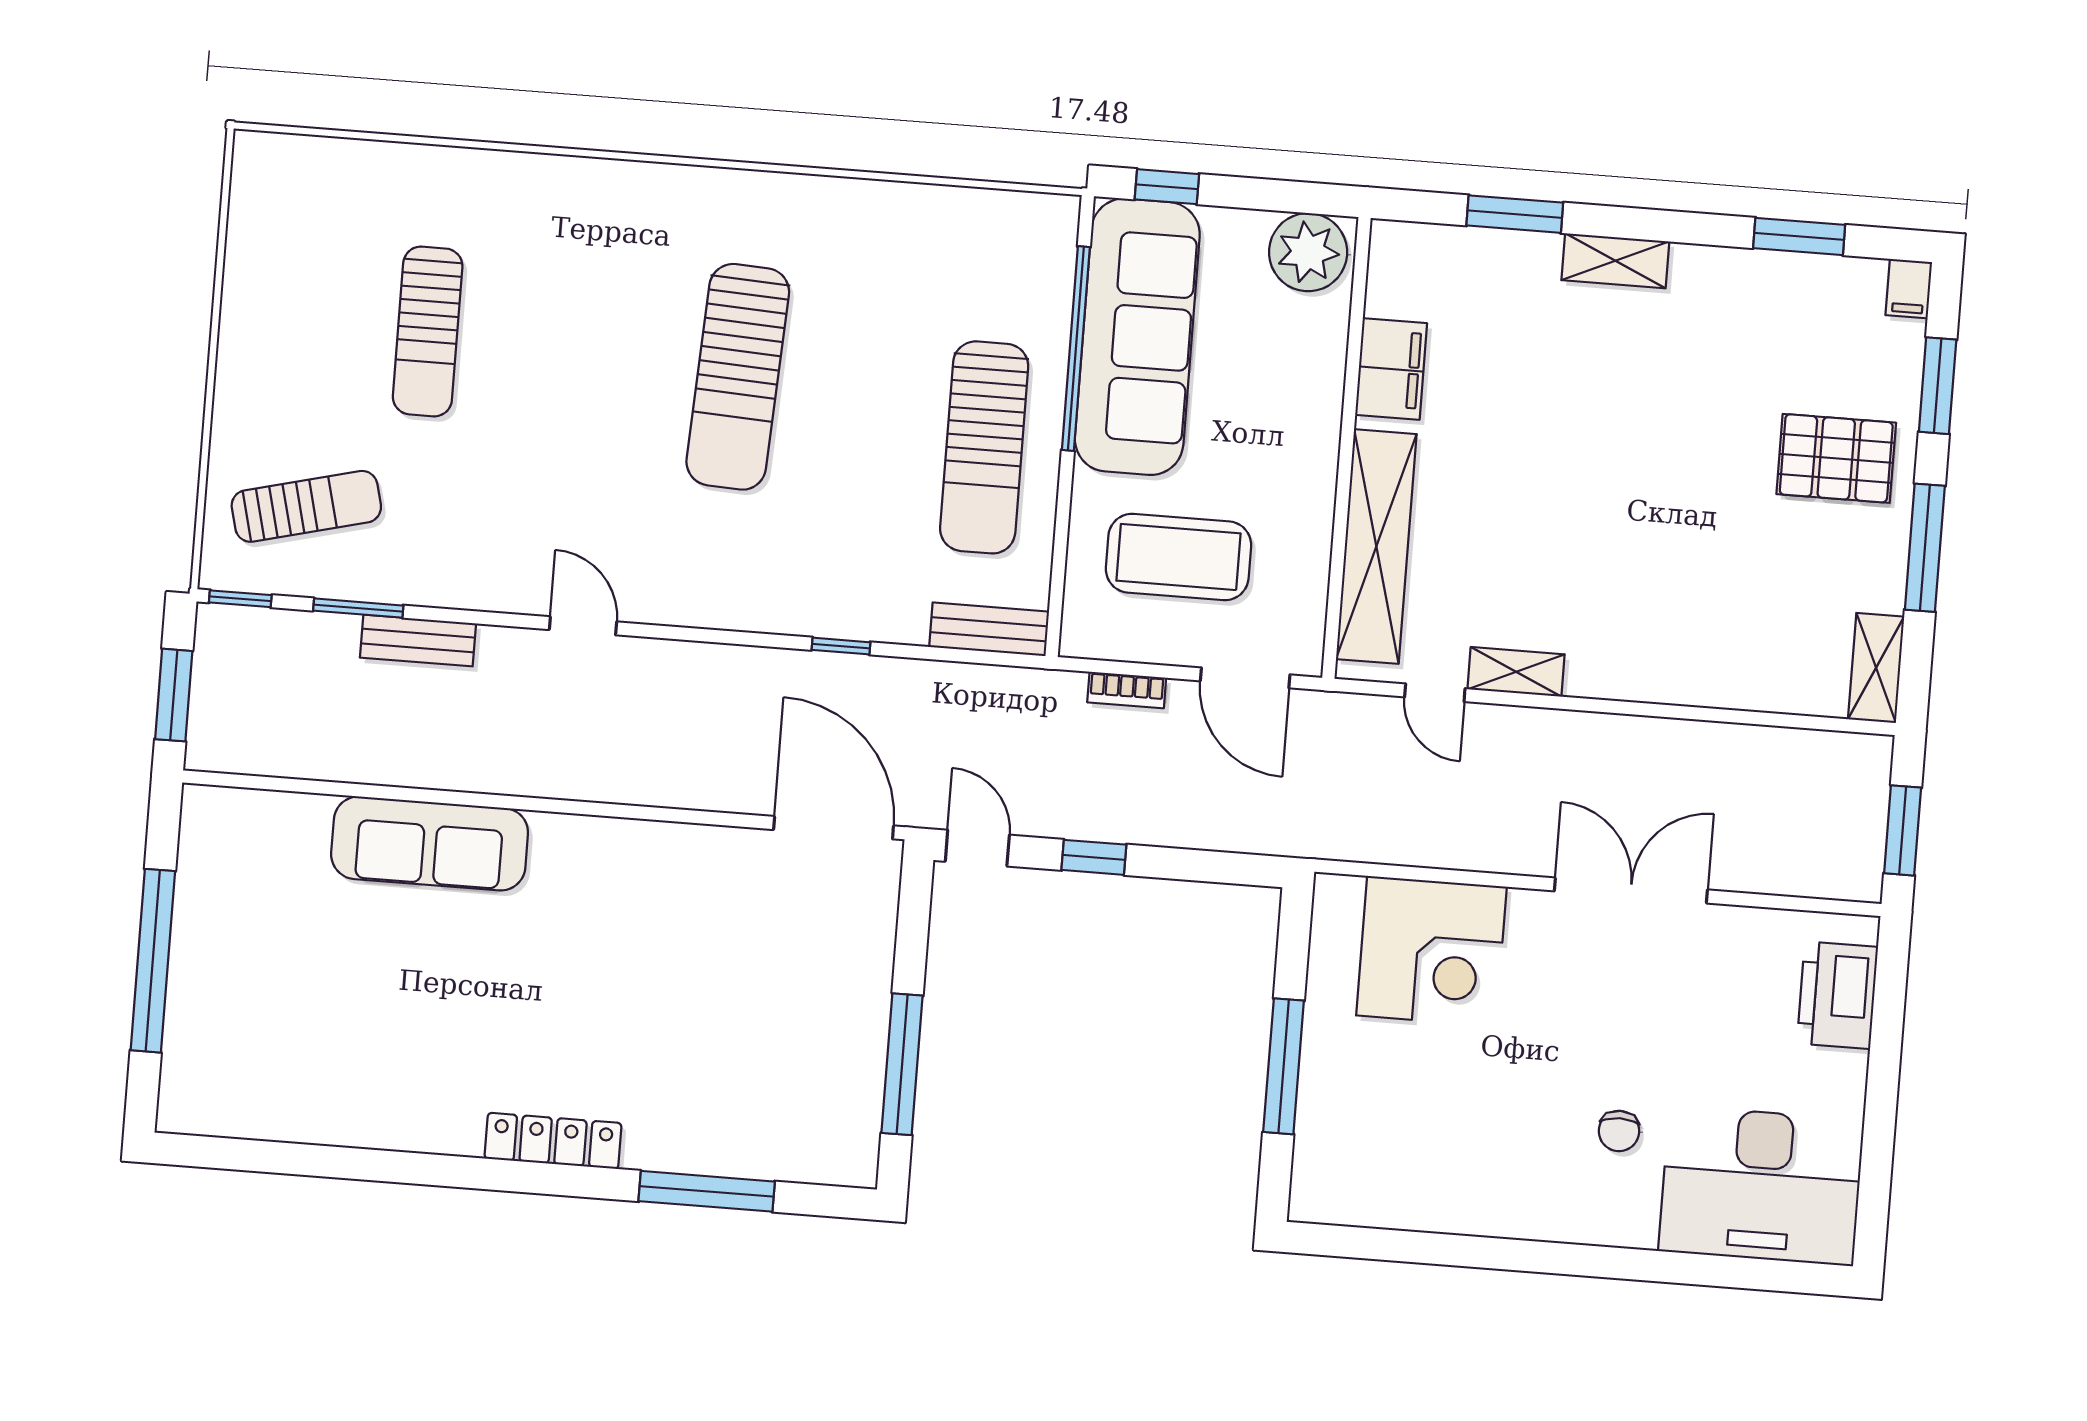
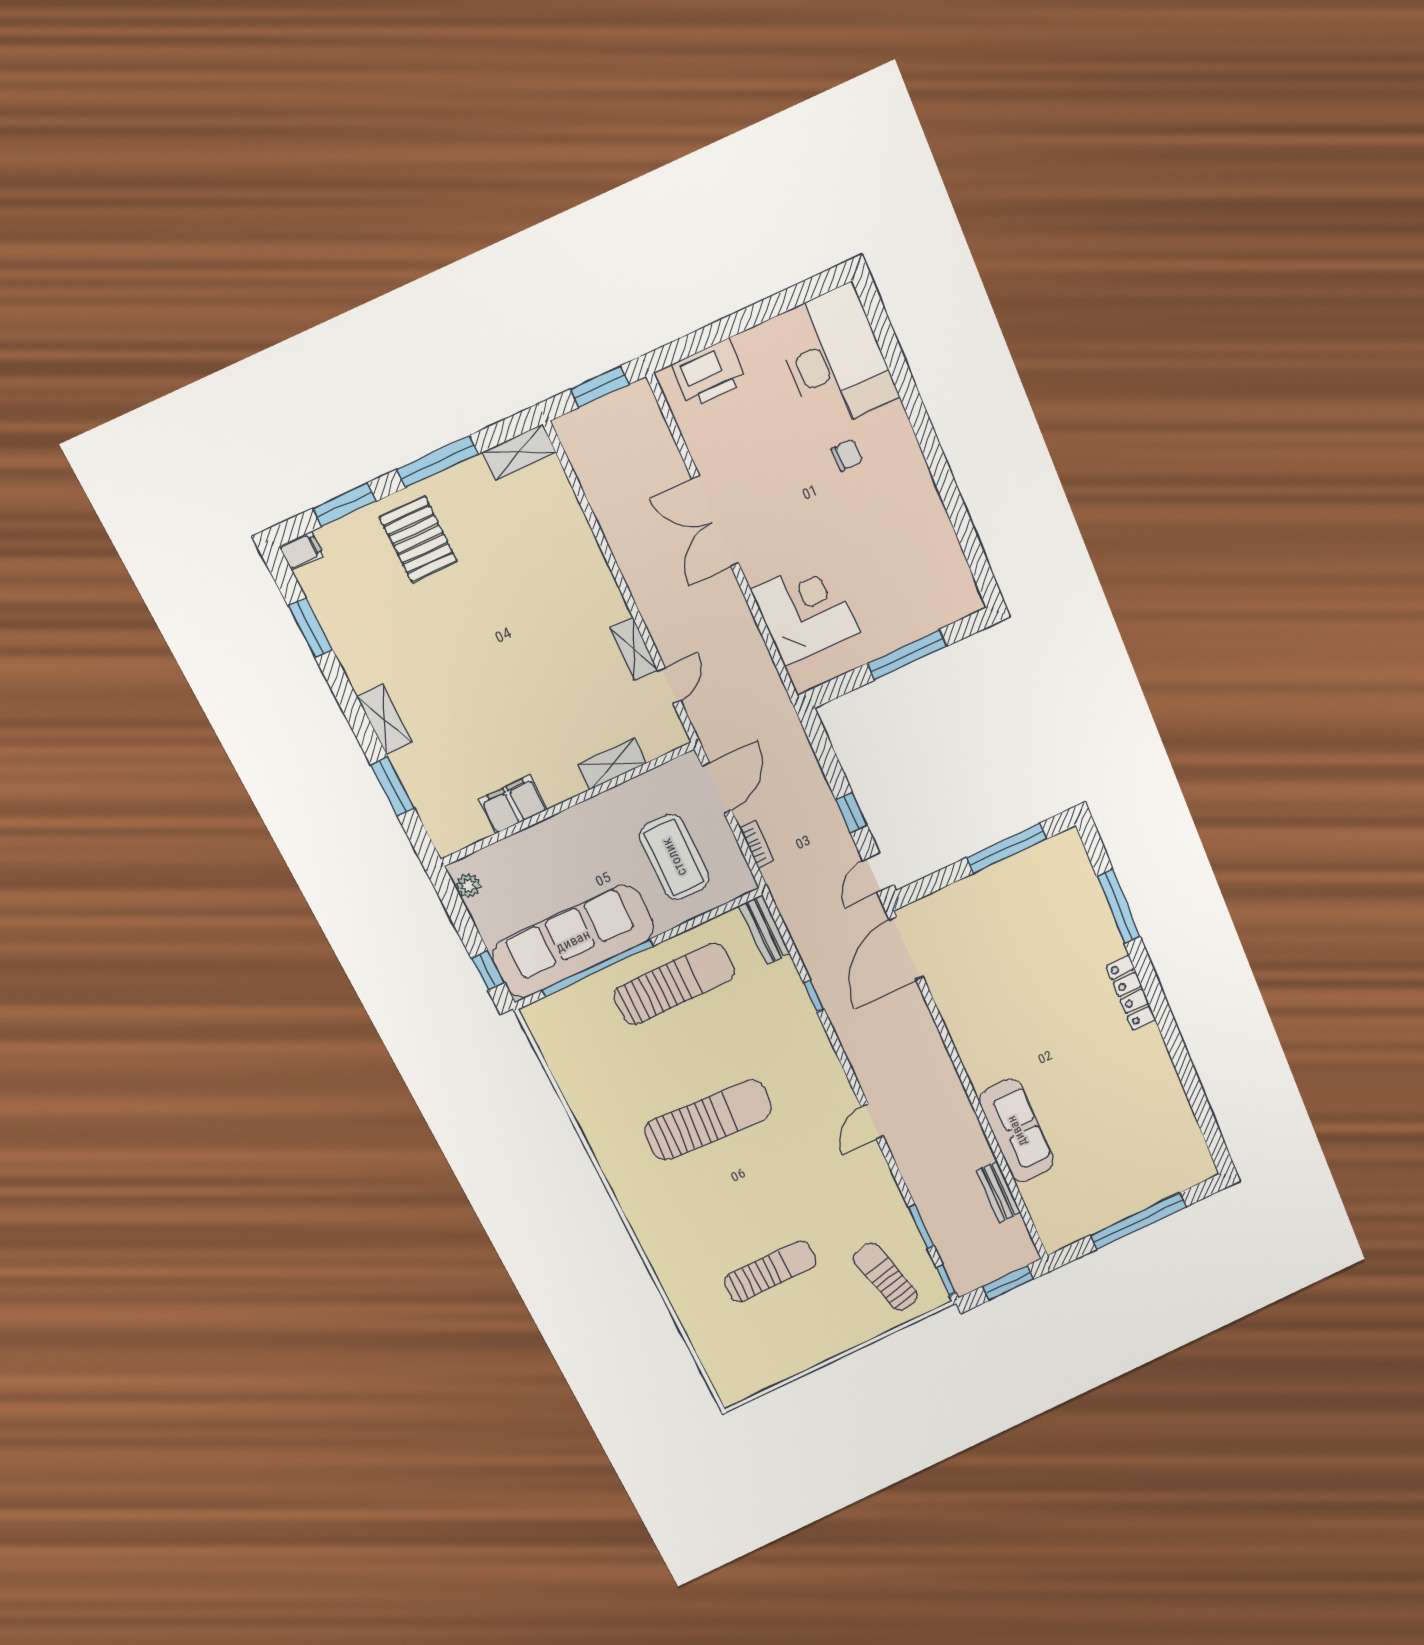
plant: (1308, 252) -> (468, 886), width x0.53, depth x0.53
shelving: (1376, 547) -> (612, 764), width x0.45, depth x0.75
bench: (418, 641) -> (999, 1192), moved

